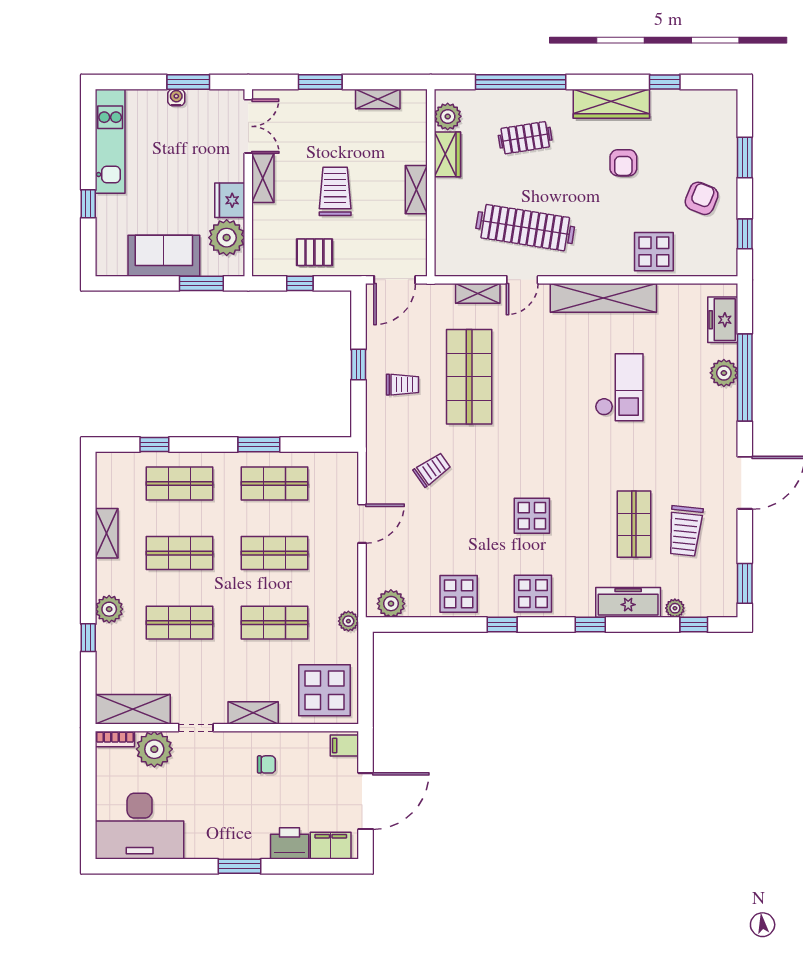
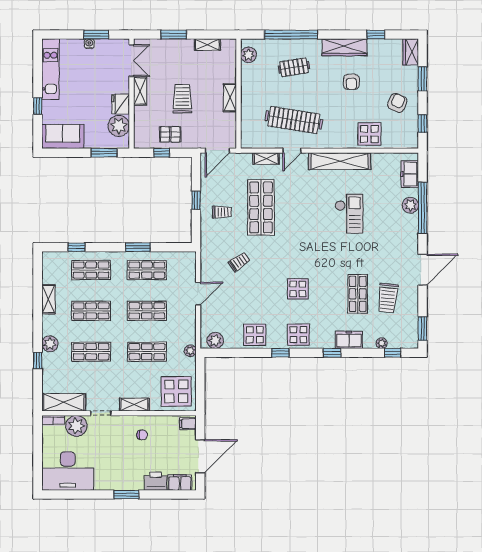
wardrobe: (447, 154) -> (411, 52), moved, turned 180
sofa: (164, 256) -> (63, 136), moved
freezer: (628, 602) -> (349, 340), width x0.71

